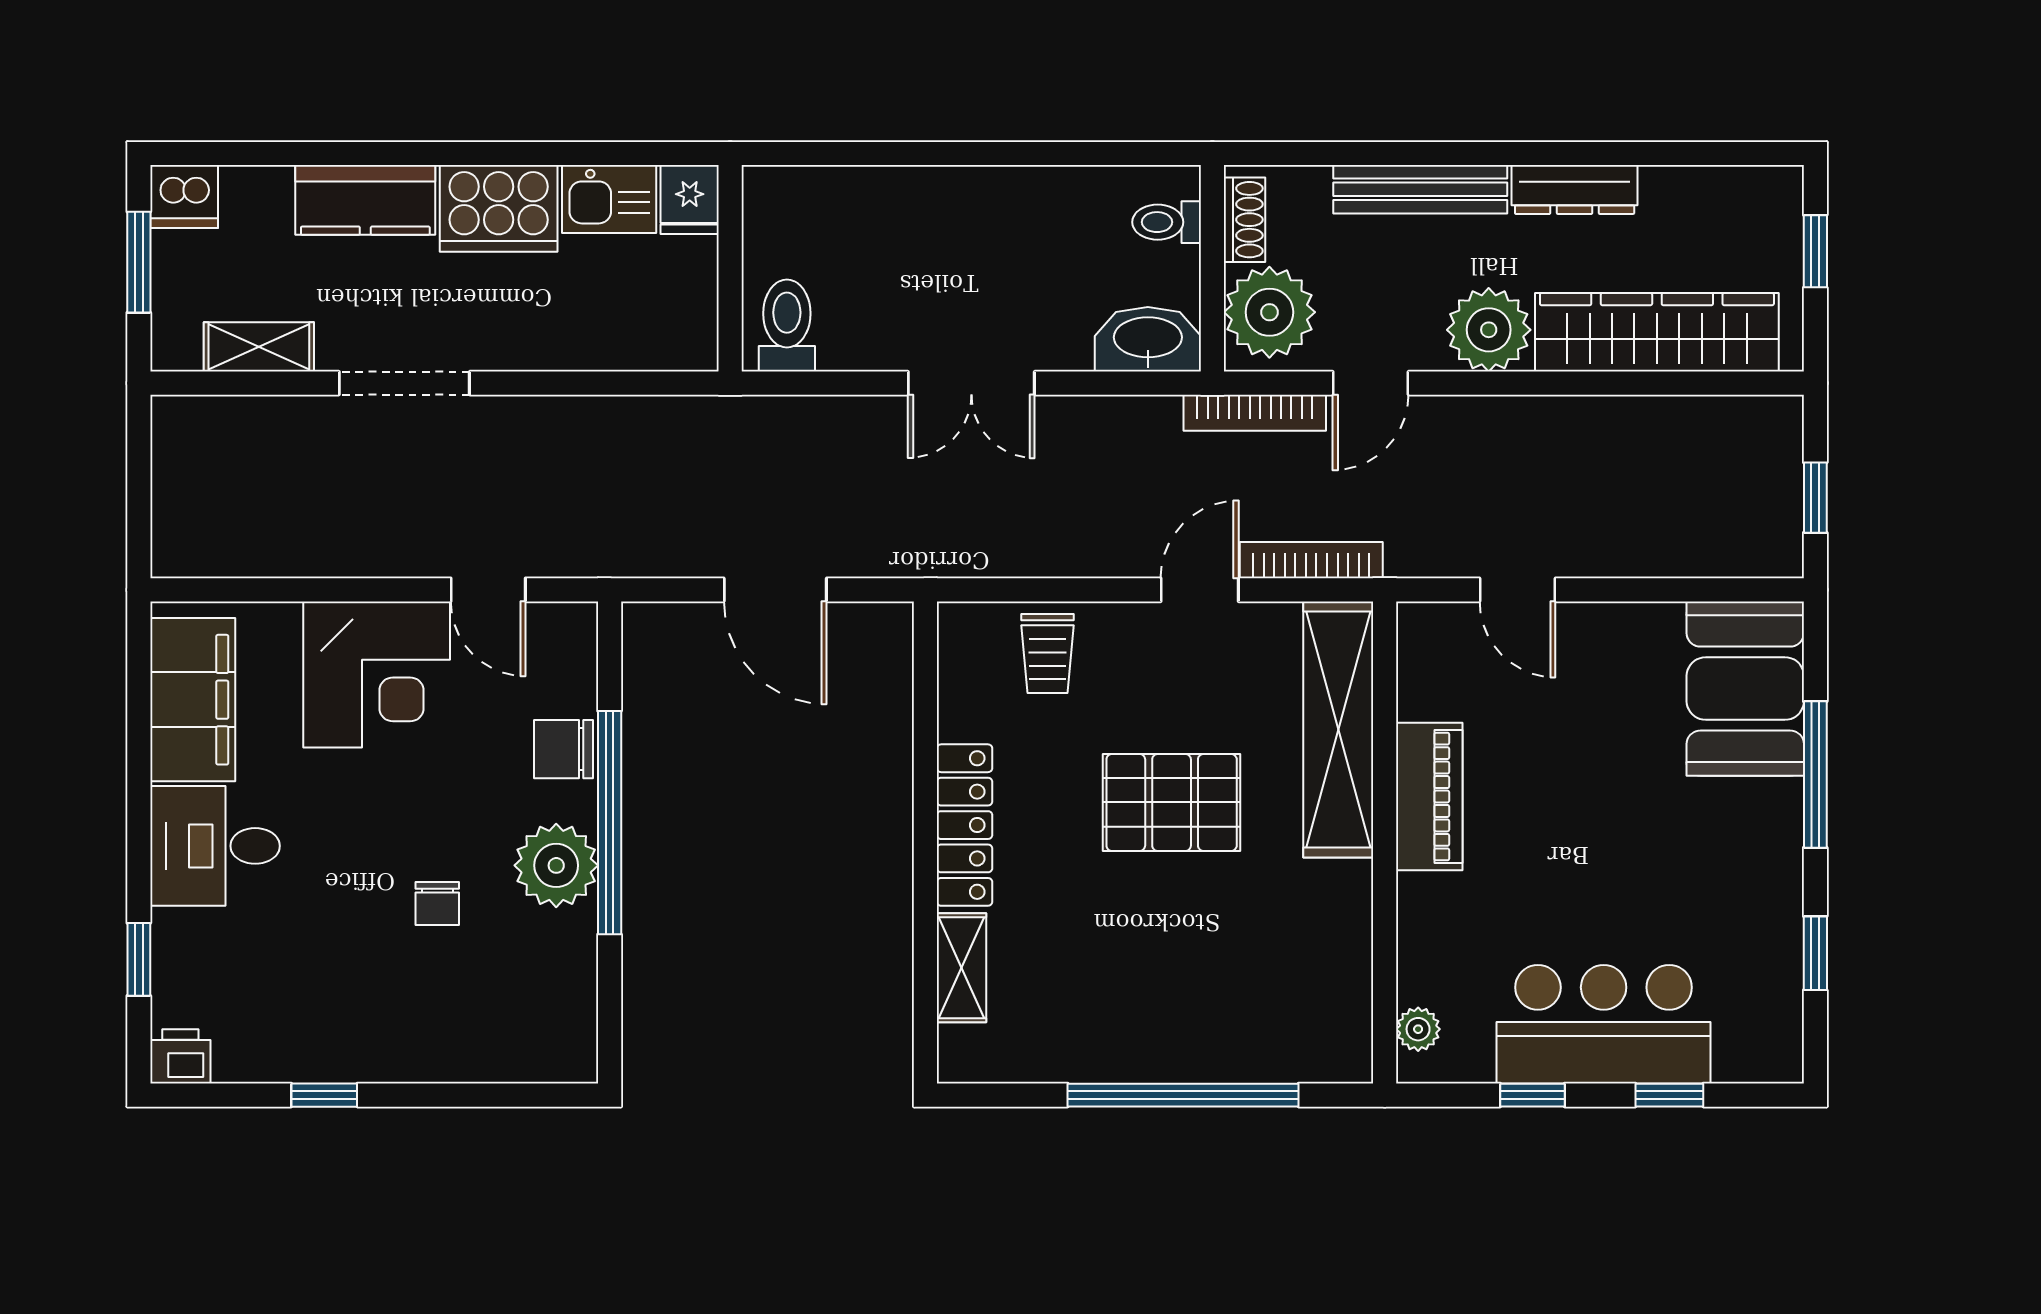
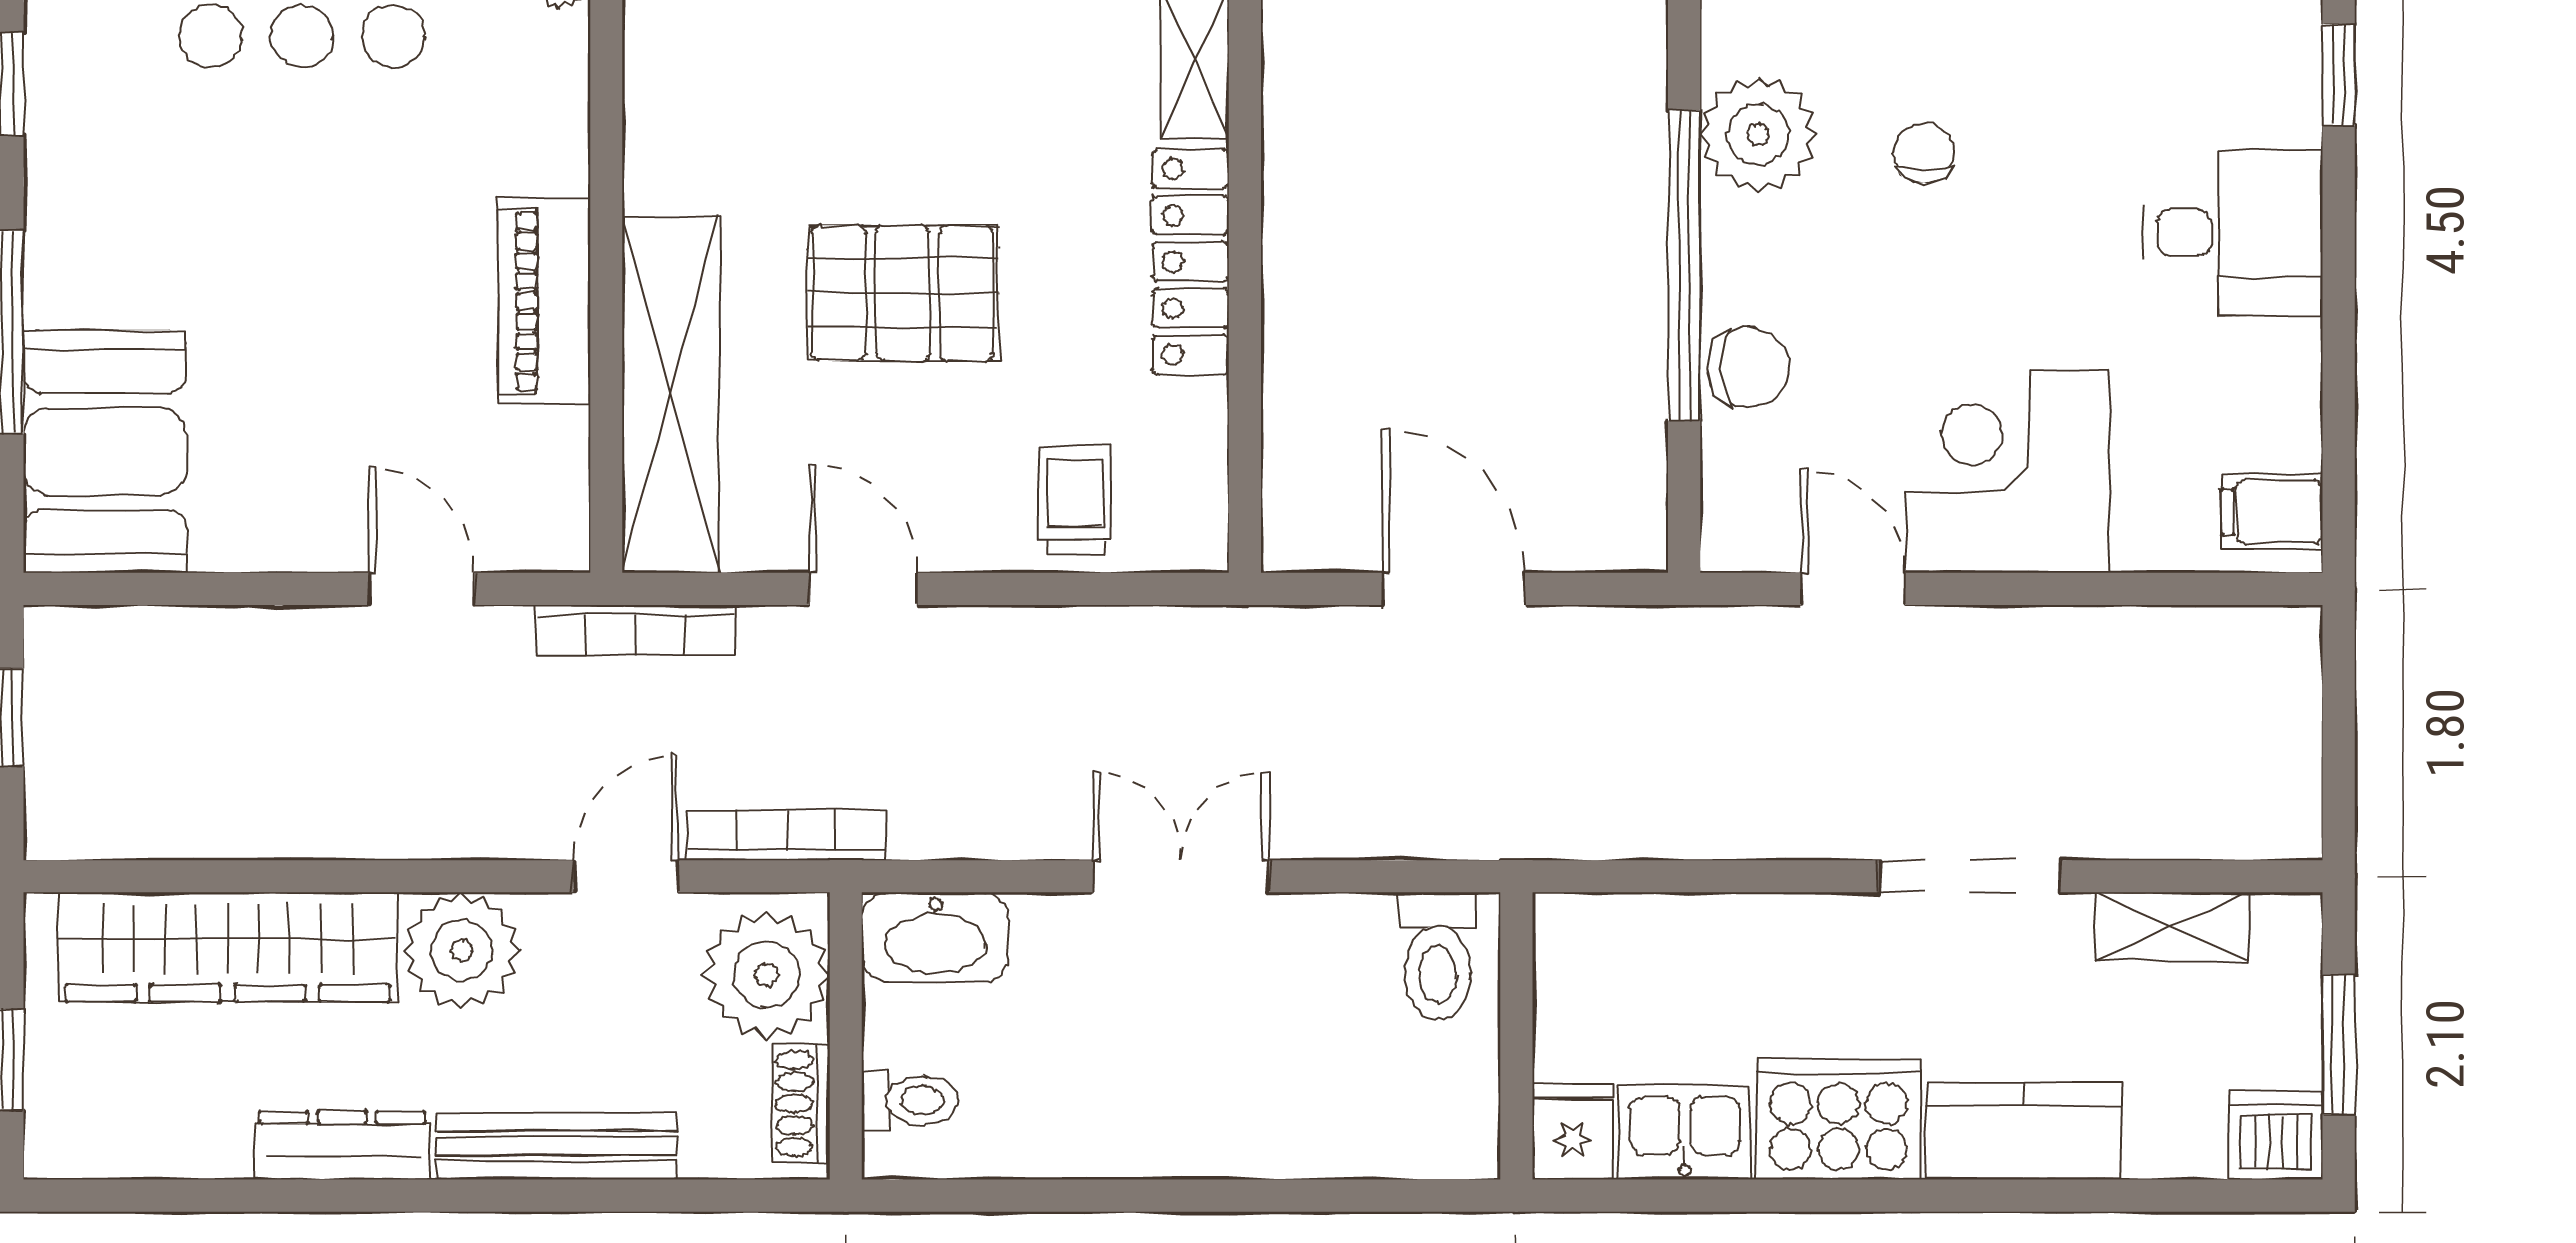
bookcase: (1311, 560) -> (635, 630), moved
door: (1200, 590) -> (864, 589), swing flipped
filing cabinet: (193, 700) -> (2272, 512), width x0.33, depth x0.86
plant: (556, 865) -> (1758, 135), moved

